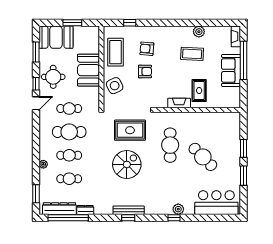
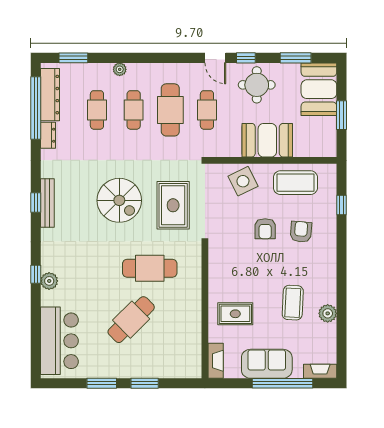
fireplace: (179, 103) -> (216, 361), moved

